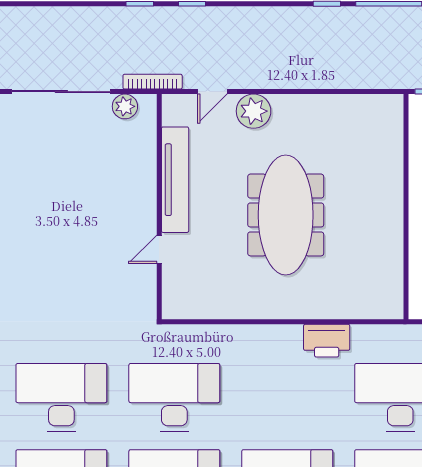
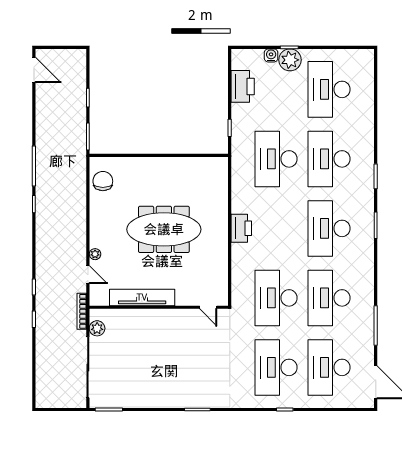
plant: (254, 111) -> (95, 254), width x0.53, depth x0.53
chair: (364, 116) -> (103, 181), added
door: (159, 249) -> (208, 307), moved
printer: (327, 341) -> (241, 228), moved

